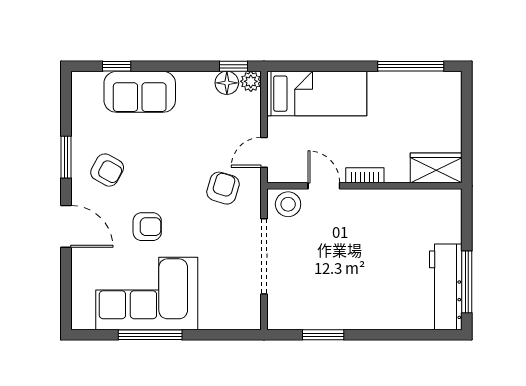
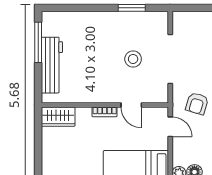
door: (264, 152) -> (170, 127), hinge flipped
stool: (288, 204) -> (133, 59), moved
workbench: (446, 287) -> (52, 65), moved

